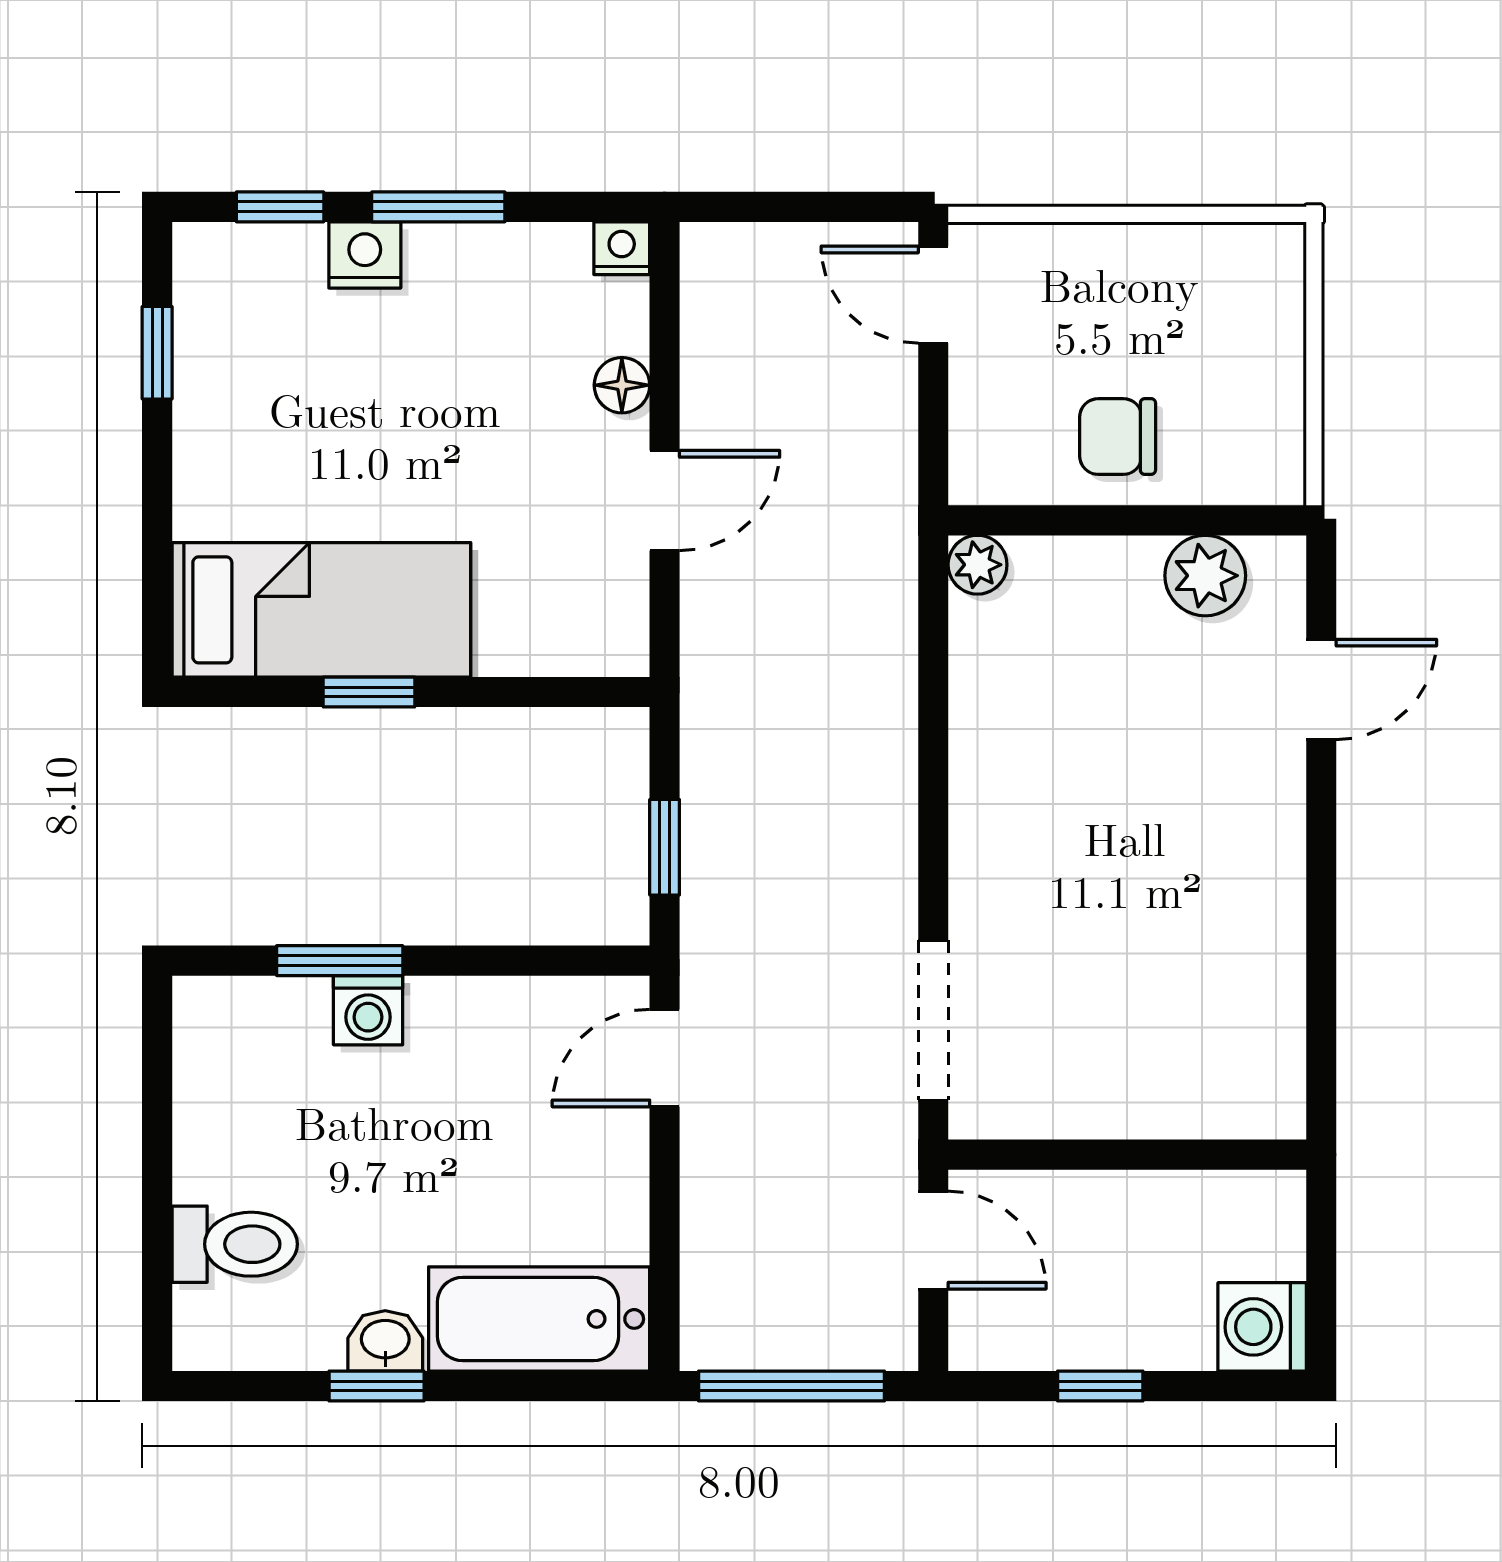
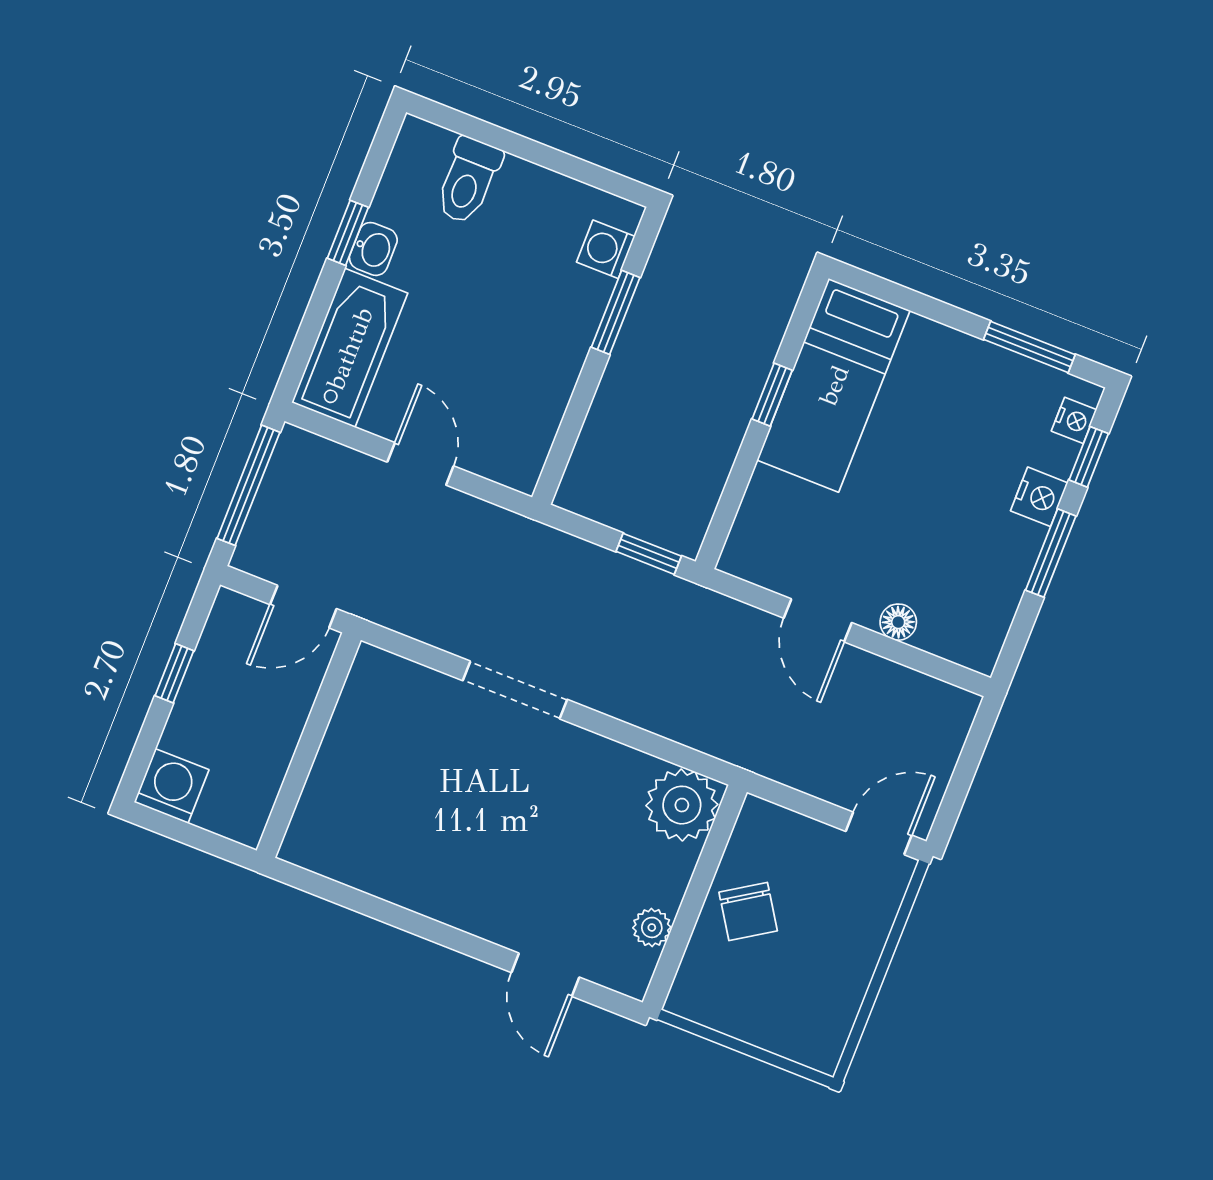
nightstand: (622, 248) -> (1074, 420), moved
window: (157, 353) -> (1029, 347), width x1.50
chair: (1118, 437) -> (748, 912), turned 147
plant: (978, 565) -> (682, 805), width x1.88, depth x1.88
plant: (1205, 576) -> (652, 927), width x0.73, depth x0.73
window: (665, 847) -> (649, 554), moved
washing machine: (368, 1010) -> (606, 249), moved
doorway: (933, 1020) -> (515, 690), moved
door: (665, 1058) -> (420, 464), moved

